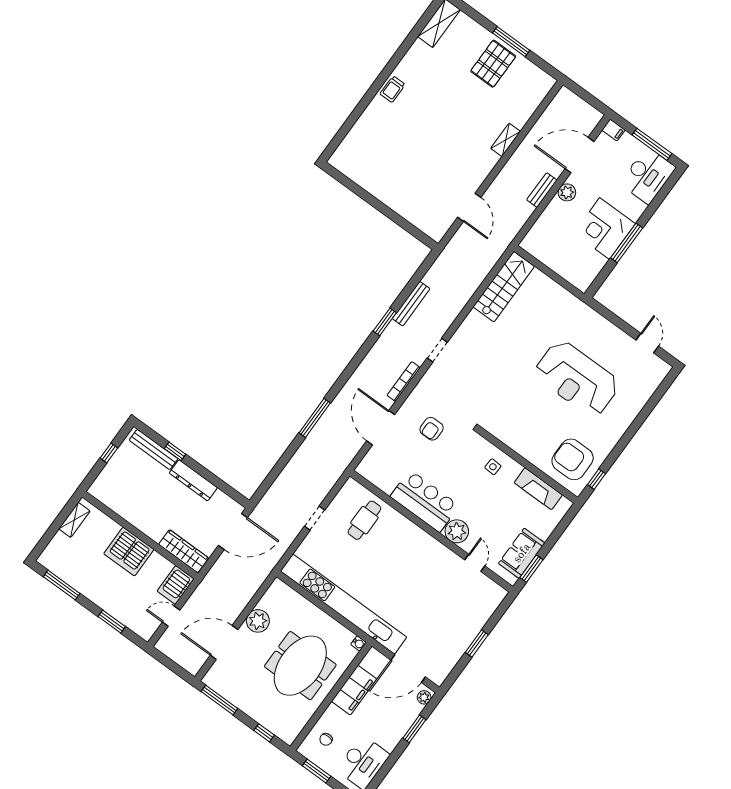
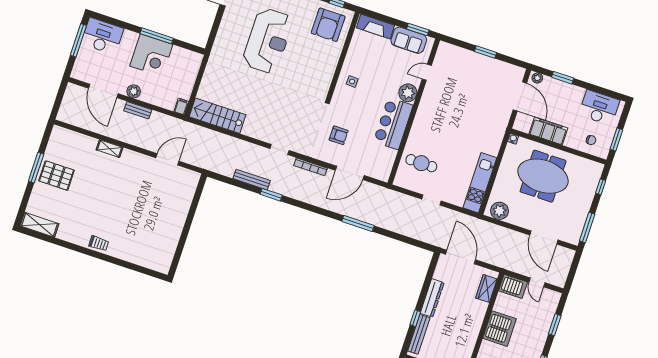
filing cabinet: (613, 130) -> (181, 107), moved
fireplace: (538, 489) -> (376, 26), moved, turned 90
wardrobe: (184, 551) -> (486, 288), width x0.67
kitchen unit: (344, 604) -> (480, 183), width x0.54
plant: (258, 621) -> (499, 211), moved

